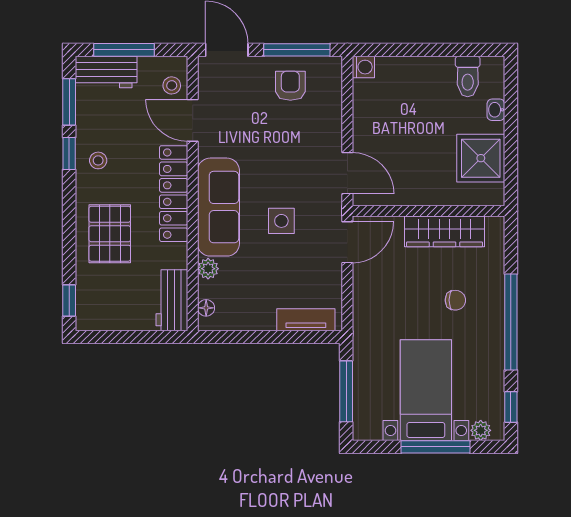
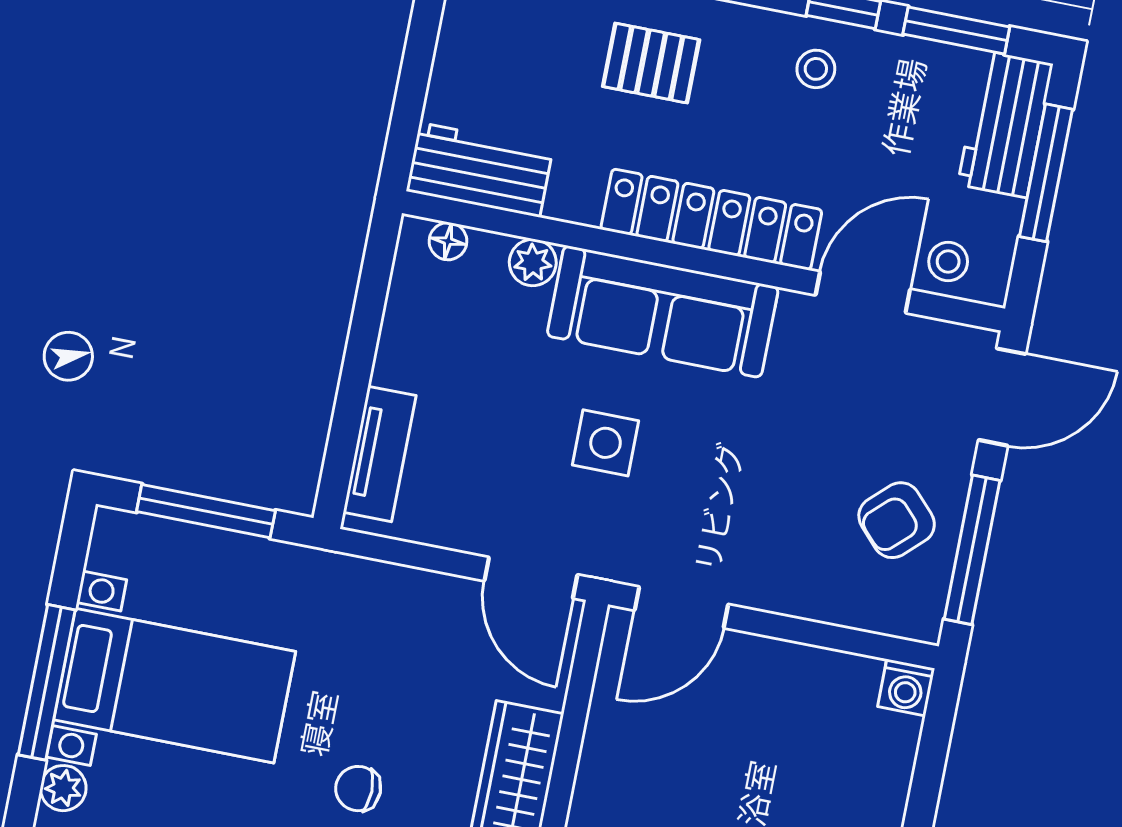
armchair: (290, 86) -> (897, 520), turned 137
pallet: (110, 234) -> (651, 63), width x0.67, depth x0.71
chair: (455, 300) -> (358, 789), turned 90

